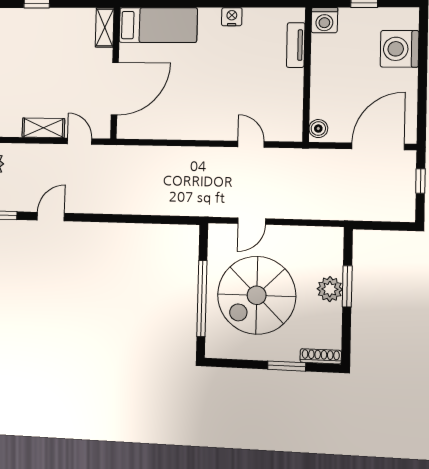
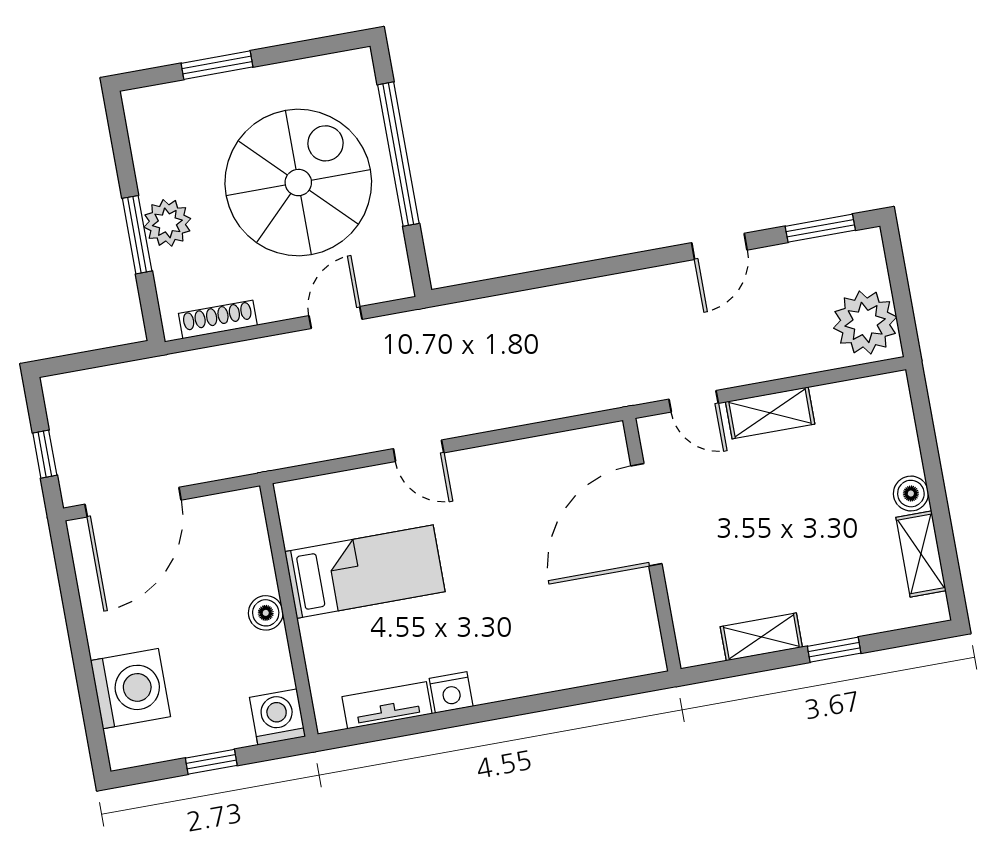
bed: (158, 25) -> (365, 572), moved, turned 180
shelving: (105, 27) -> (761, 637), moved, turned 90
tv unit: (296, 45) -> (387, 705), moved, turned -90
boiler: (318, 129) -> (266, 613), moved
door: (251, 144) -> (419, 451), moved
shoe rack: (321, 356) -> (218, 319), moved, turned 180

